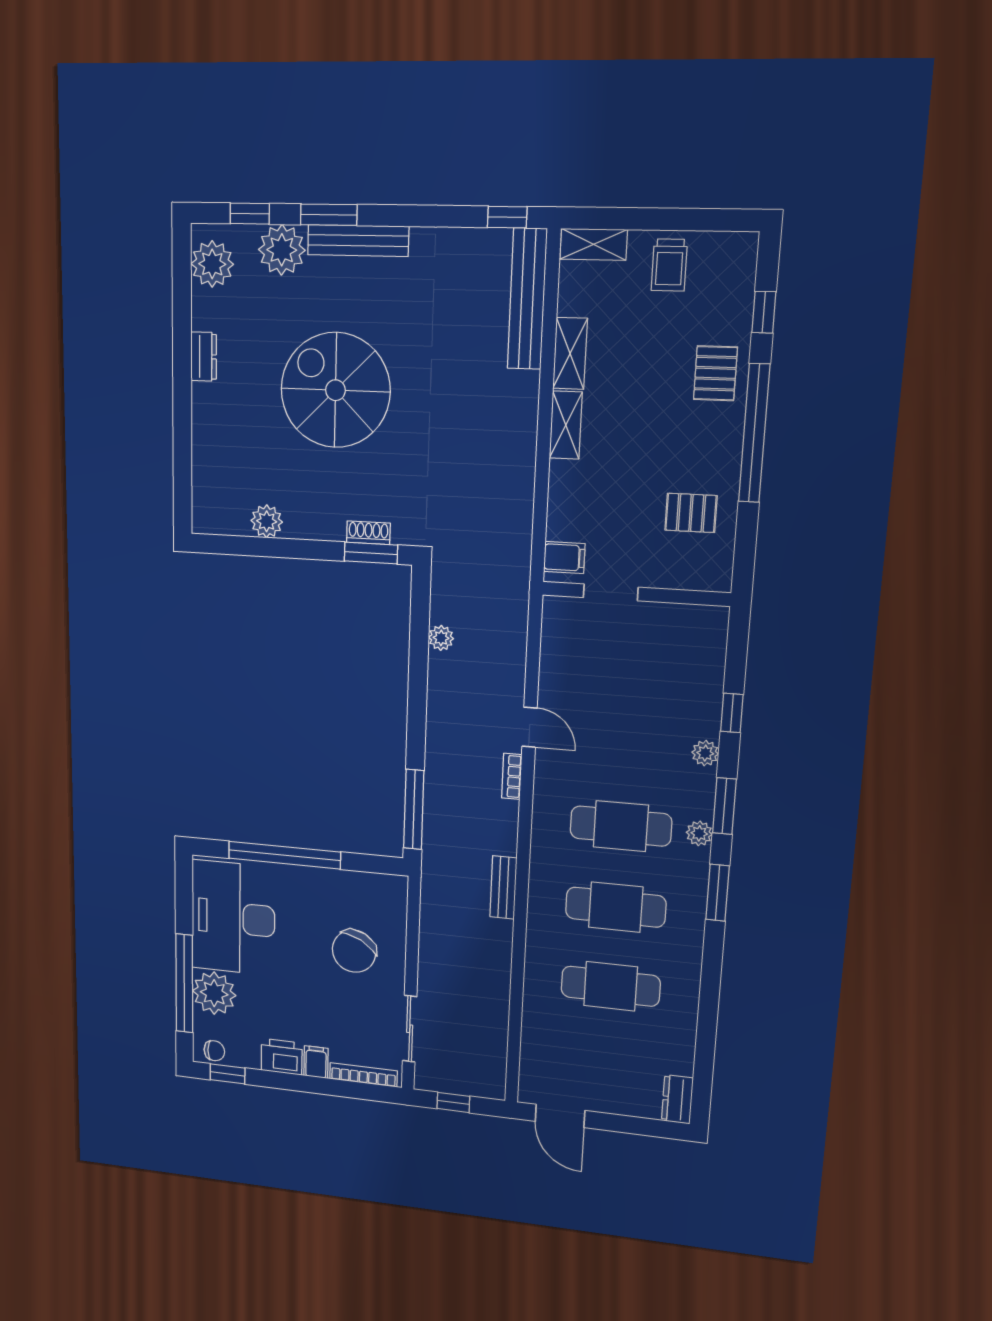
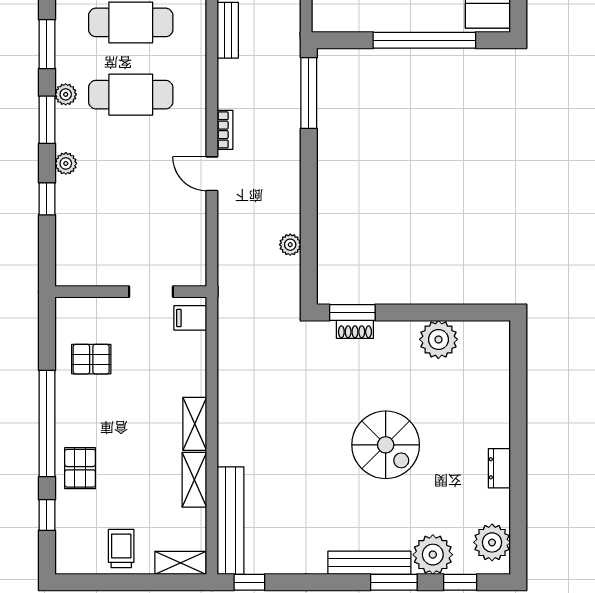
spiral stairs: (335, 390) -> (386, 445), width x0.73, depth x0.73
plant: (267, 521) -> (438, 339), width x1.36, depth x1.36

